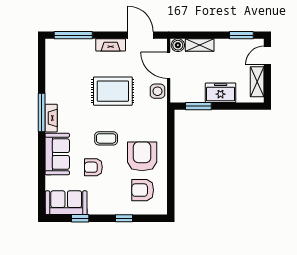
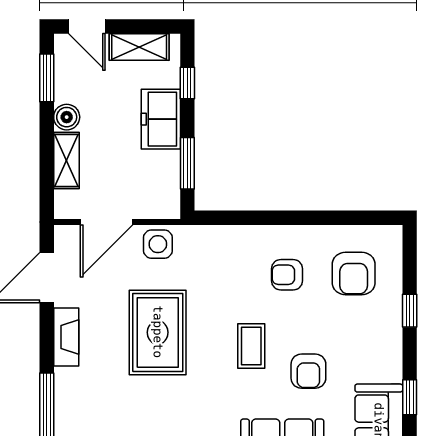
boiler: (178, 45) -> (67, 117), moved
window: (239, 106) -> (187, 83), added
armchair: (142, 156) -> (287, 275), width x0.53, depth x0.53

